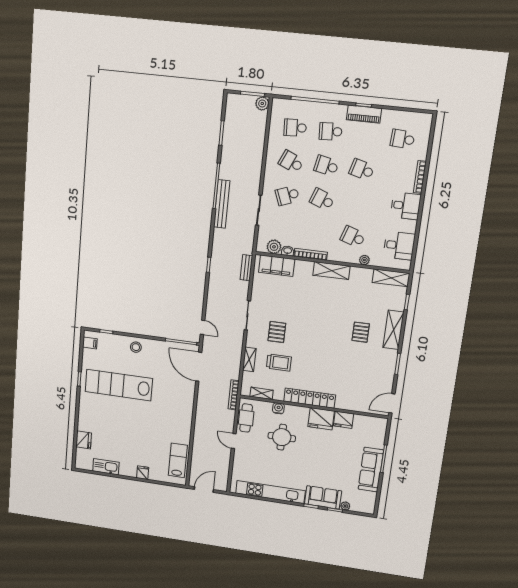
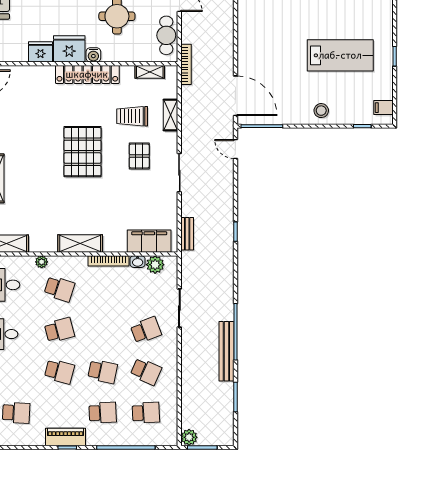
school desk: (322, 199) -> (59, 330), moved, turned -36
bench: (222, 204) -> (226, 351), moved
pallet: (361, 332) -> (82, 152), moved, width x2.05, depth x2.00
lab bench: (119, 385) -> (340, 55), width x0.73
water cooler: (278, 408) -> (93, 55), moved

